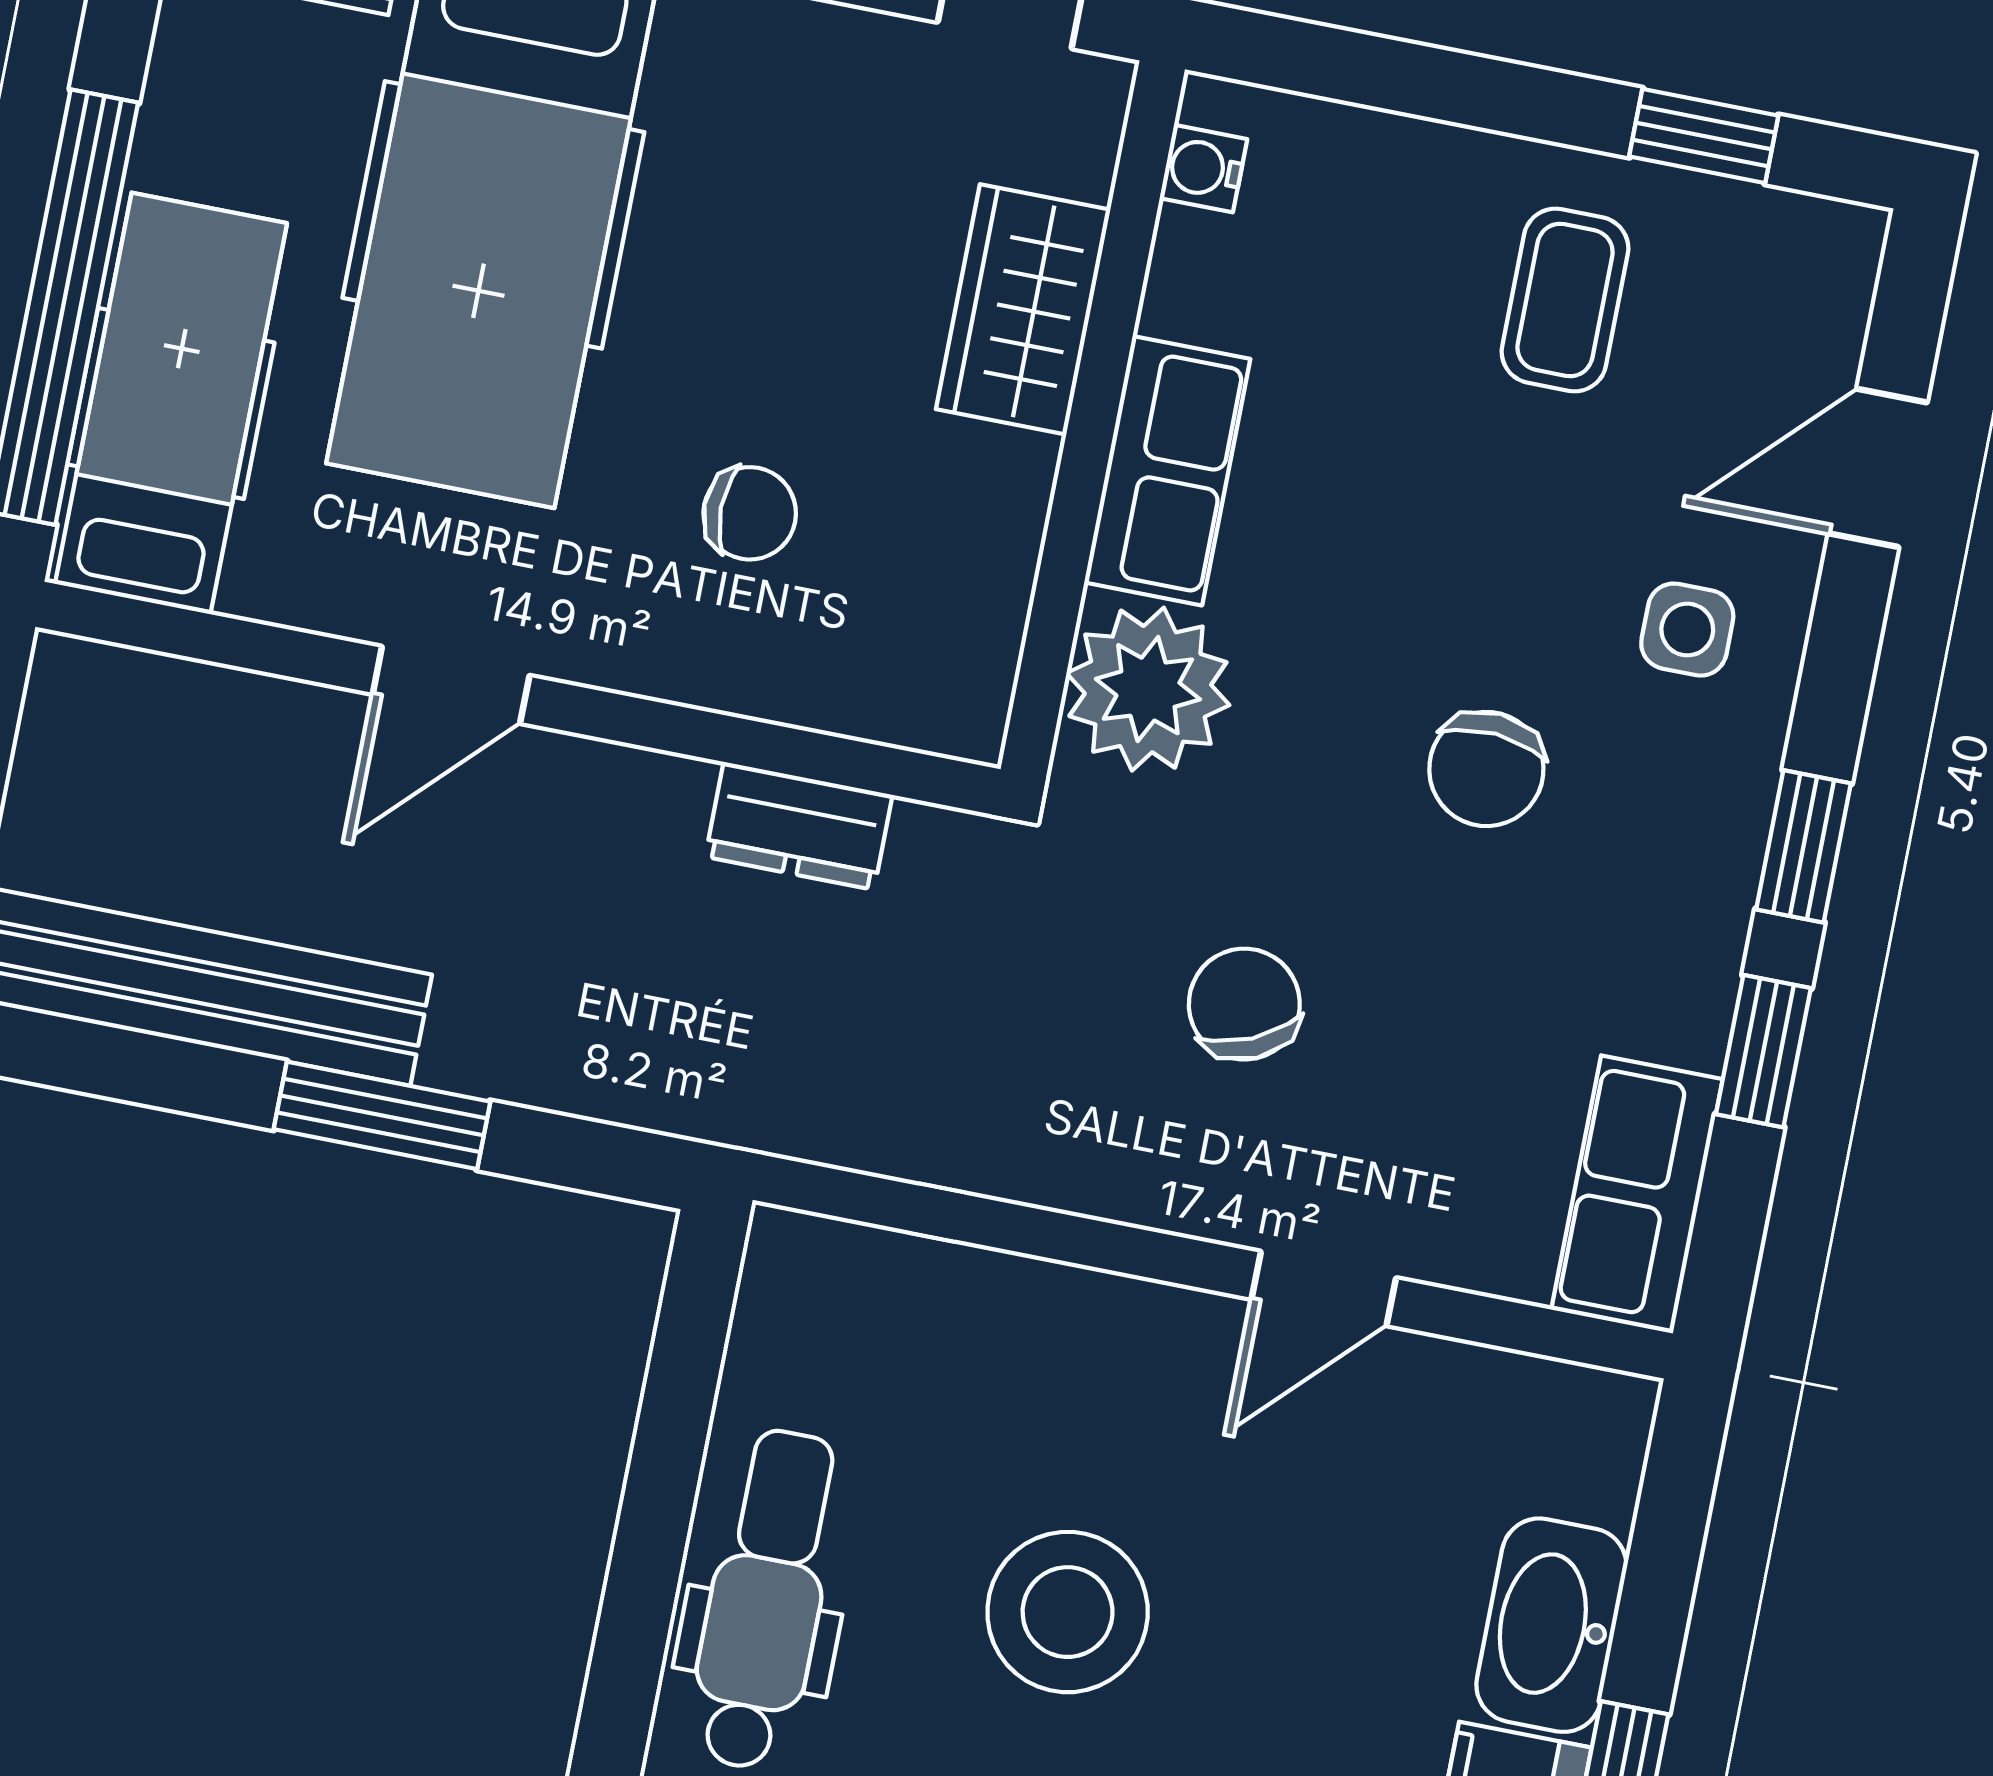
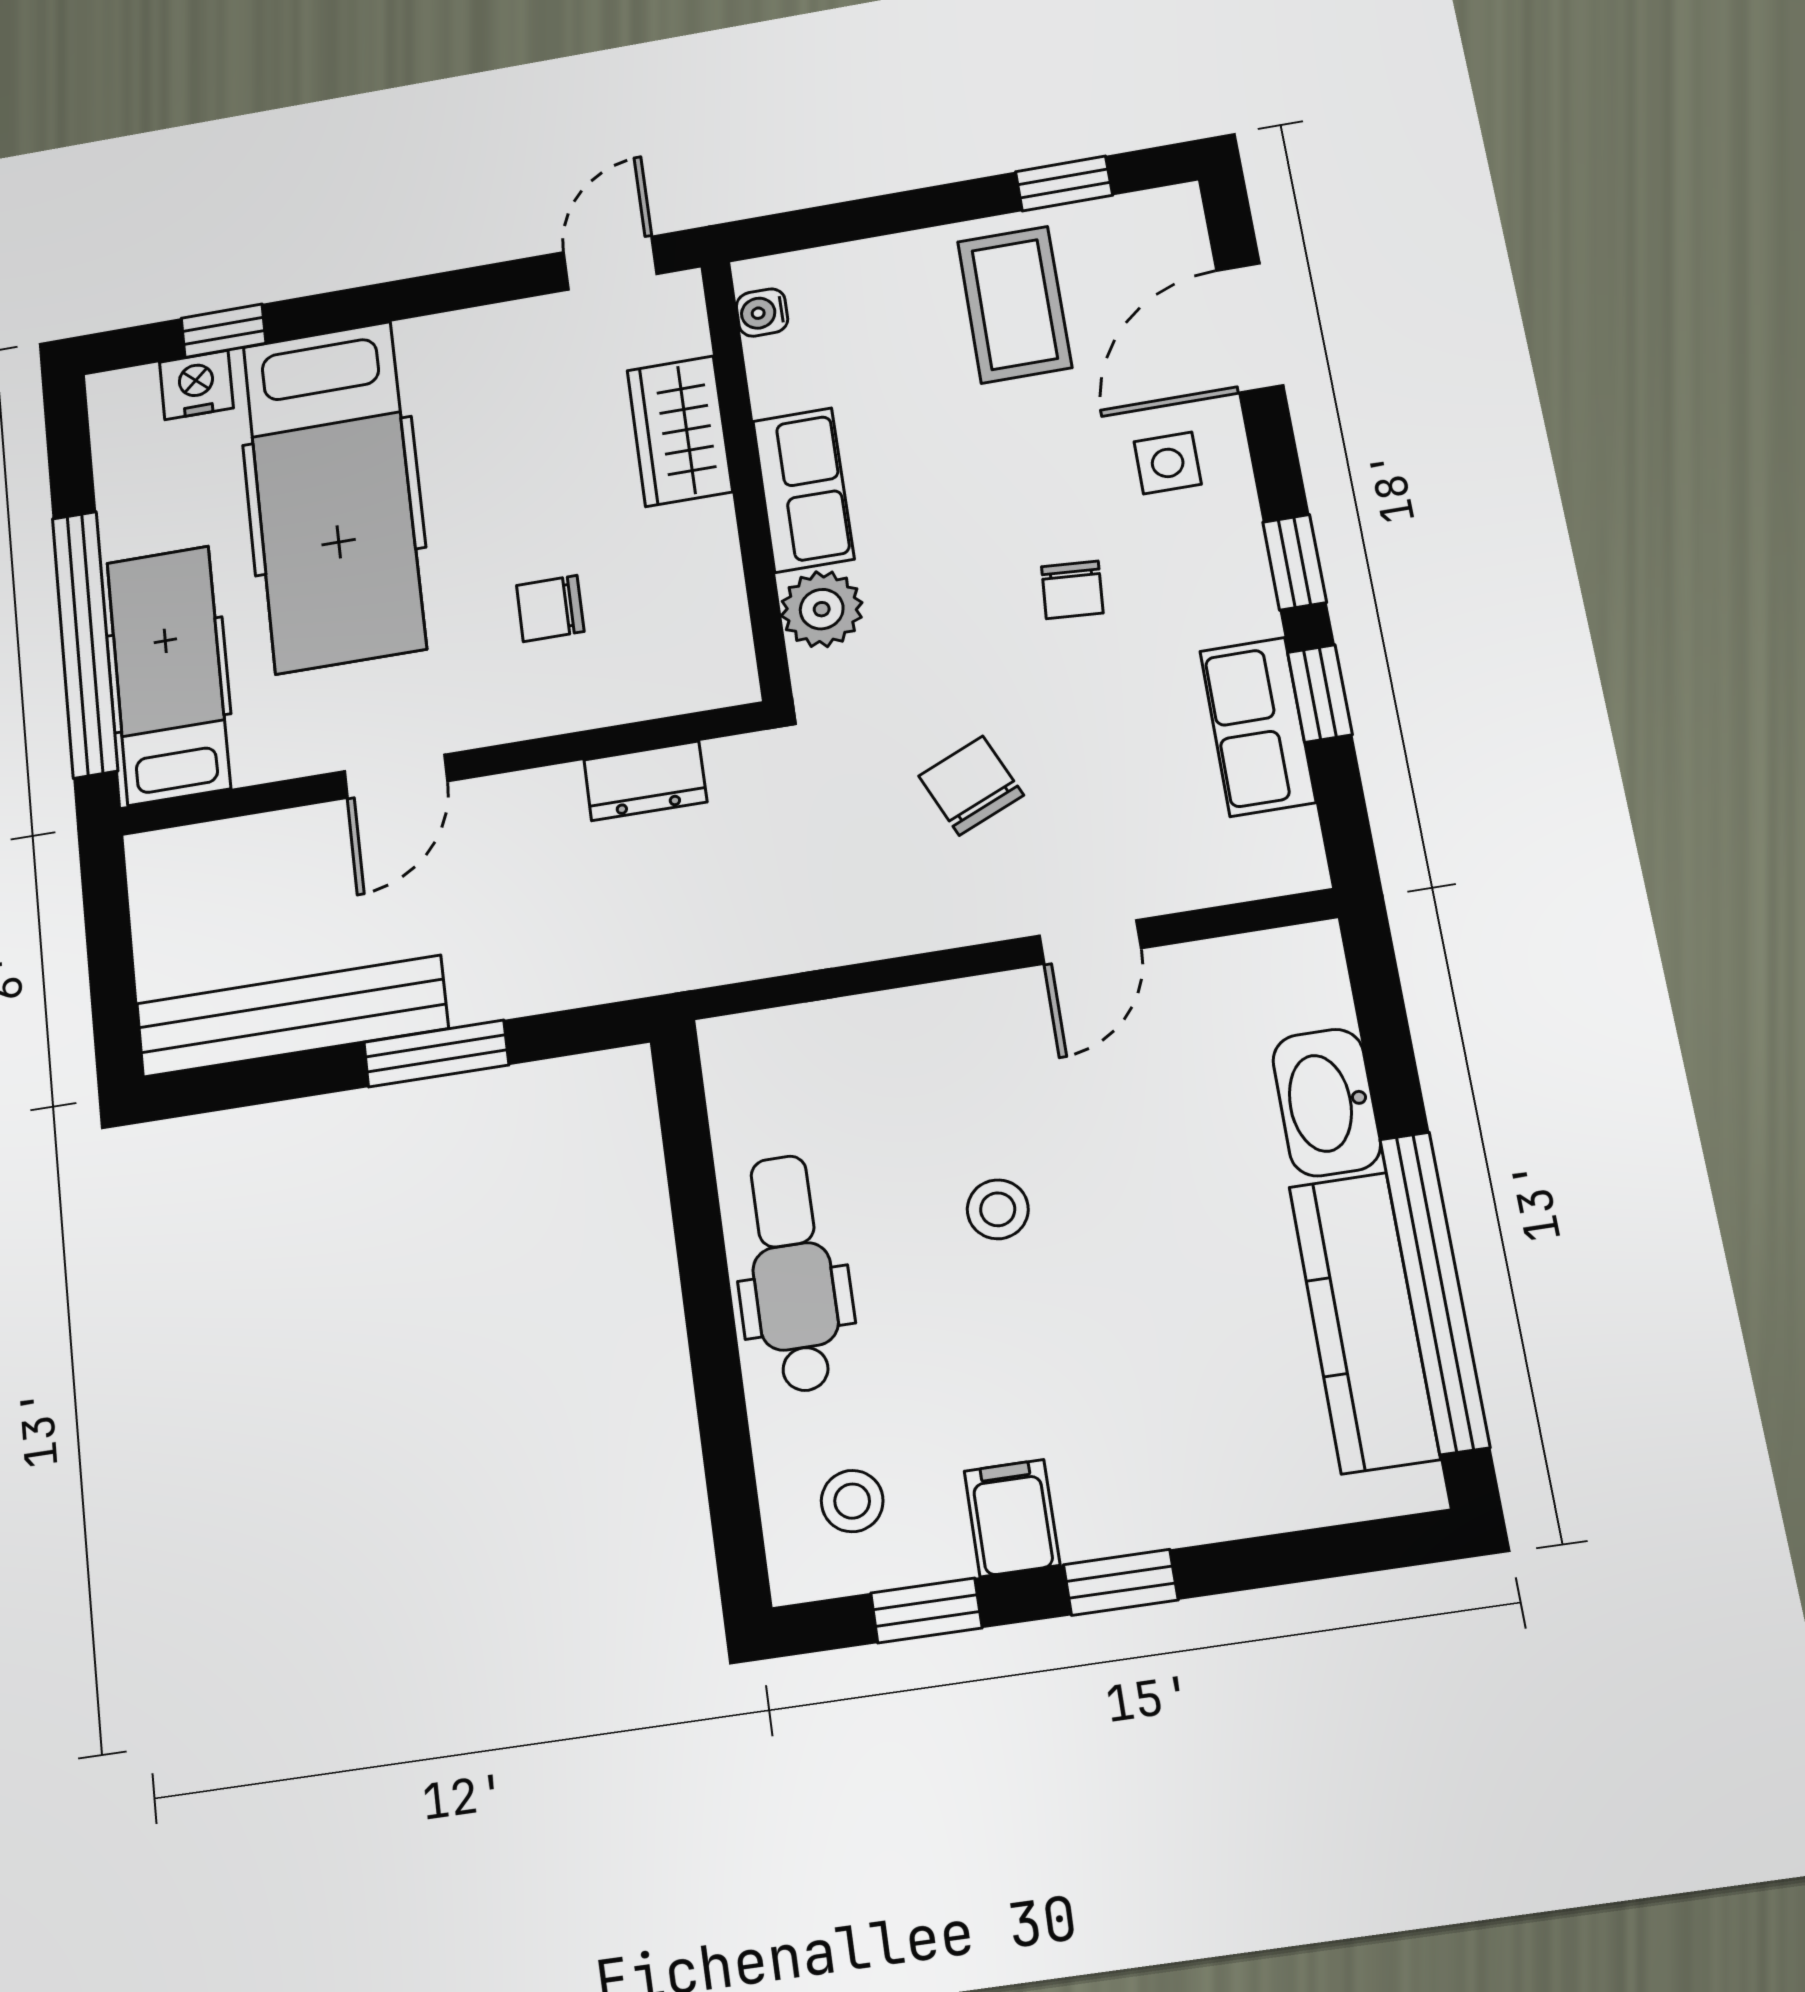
coffee table: (1565, 300) -> (1015, 304), width x1.36, depth x1.30
door: (1878, 468) -> (1250, 328), width x1.38
chair: (750, 513) -> (550, 608), turned 180
plant: (1148, 689) -> (822, 609), width x0.73, depth x0.73
chair: (1486, 769) -> (1072, 590), width x0.73, depth x0.73
row of seats: (1637, 1194) -> (1258, 727), moved
stool: (1068, 1612) -> (998, 1209), width x0.53, depth x0.53

